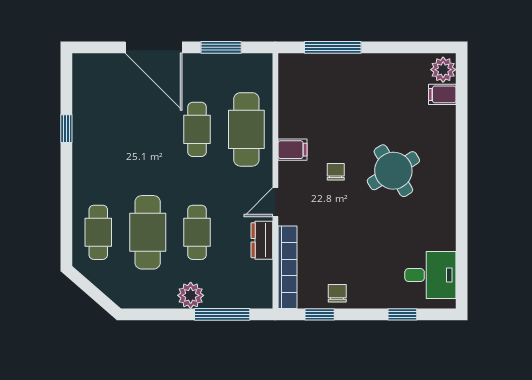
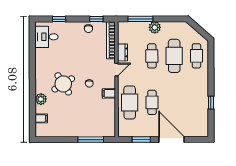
plant: (443, 70) -> (41, 99), moved

